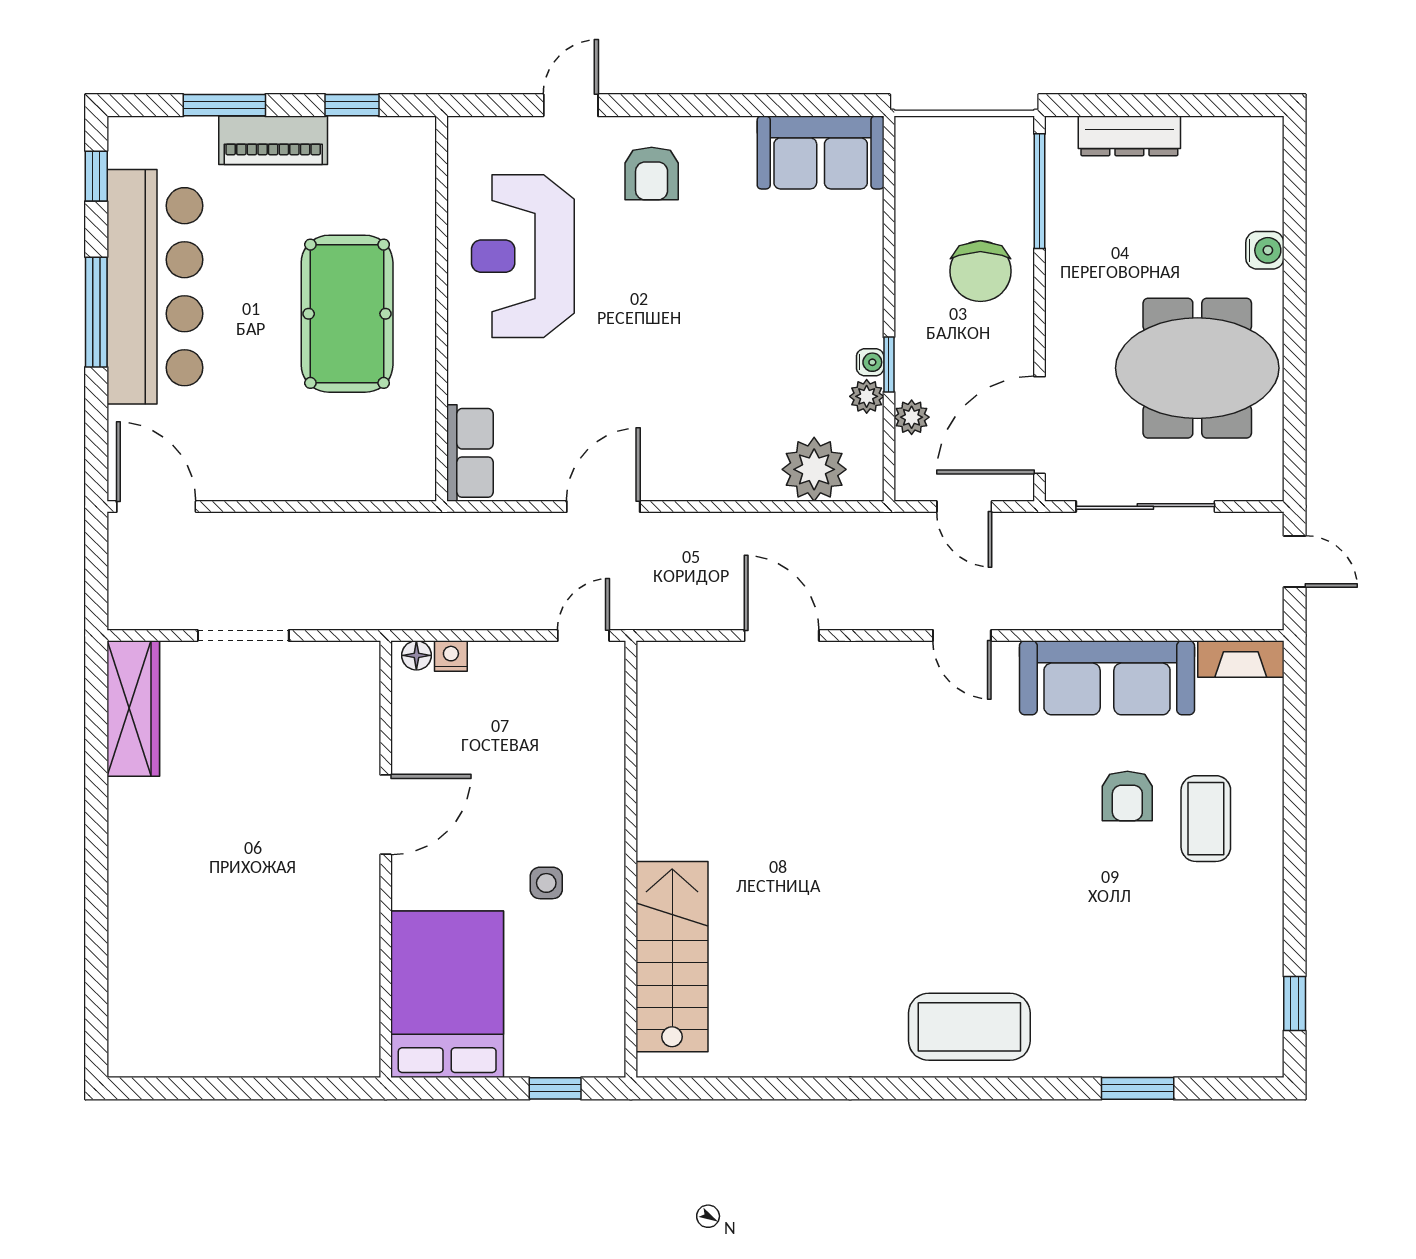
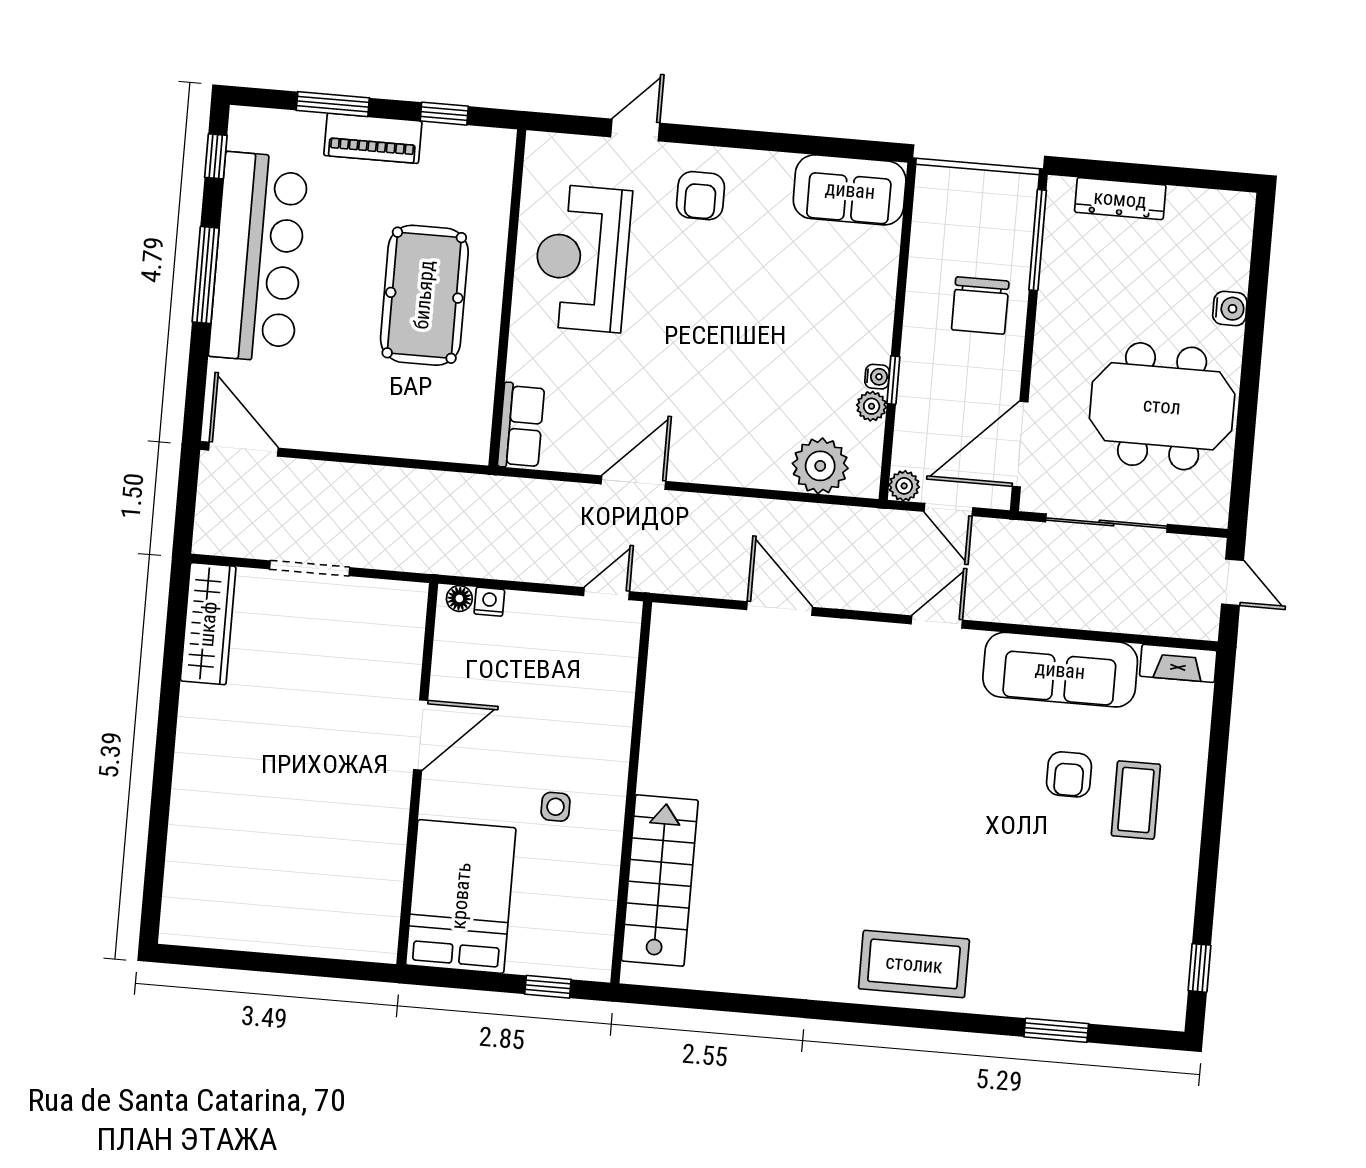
plant: (912, 417) -> (904, 486), moved
door: (962, 636) -> (937, 622), swing flipped

